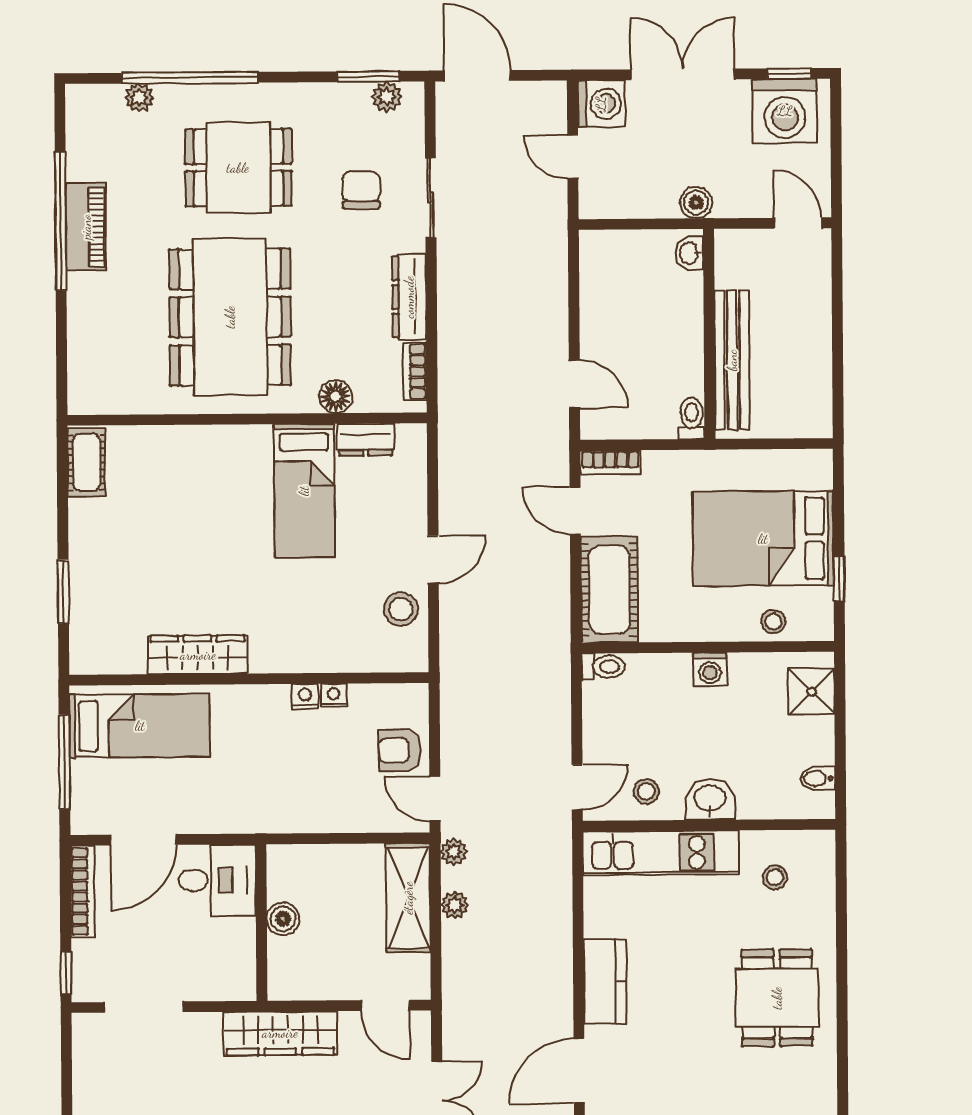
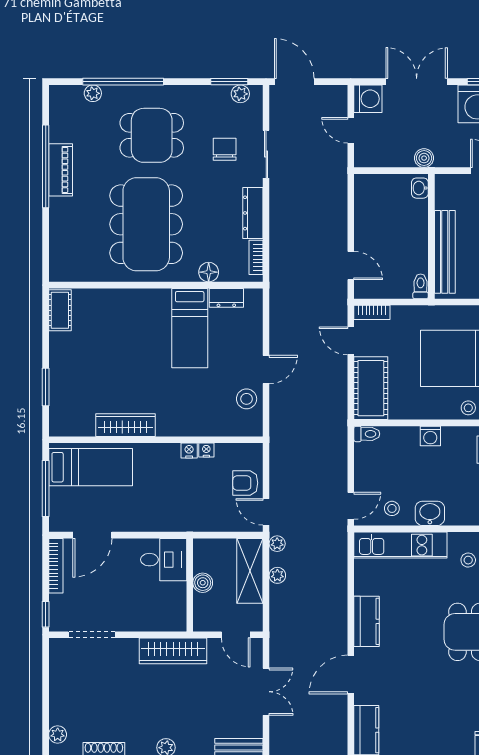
desk: (217, 880) -> (164, 560), moved
boiler: (283, 919) -> (203, 583), moved
wall: (261, 923) -> (190, 585), moved

